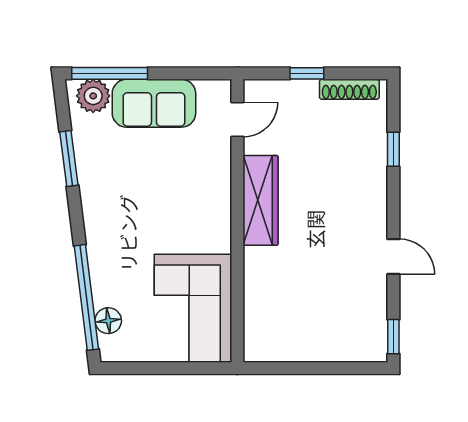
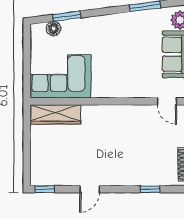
wardrobe: (261, 200) -> (55, 114), moved
window: (86, 297) -> (67, 16), width x0.47

